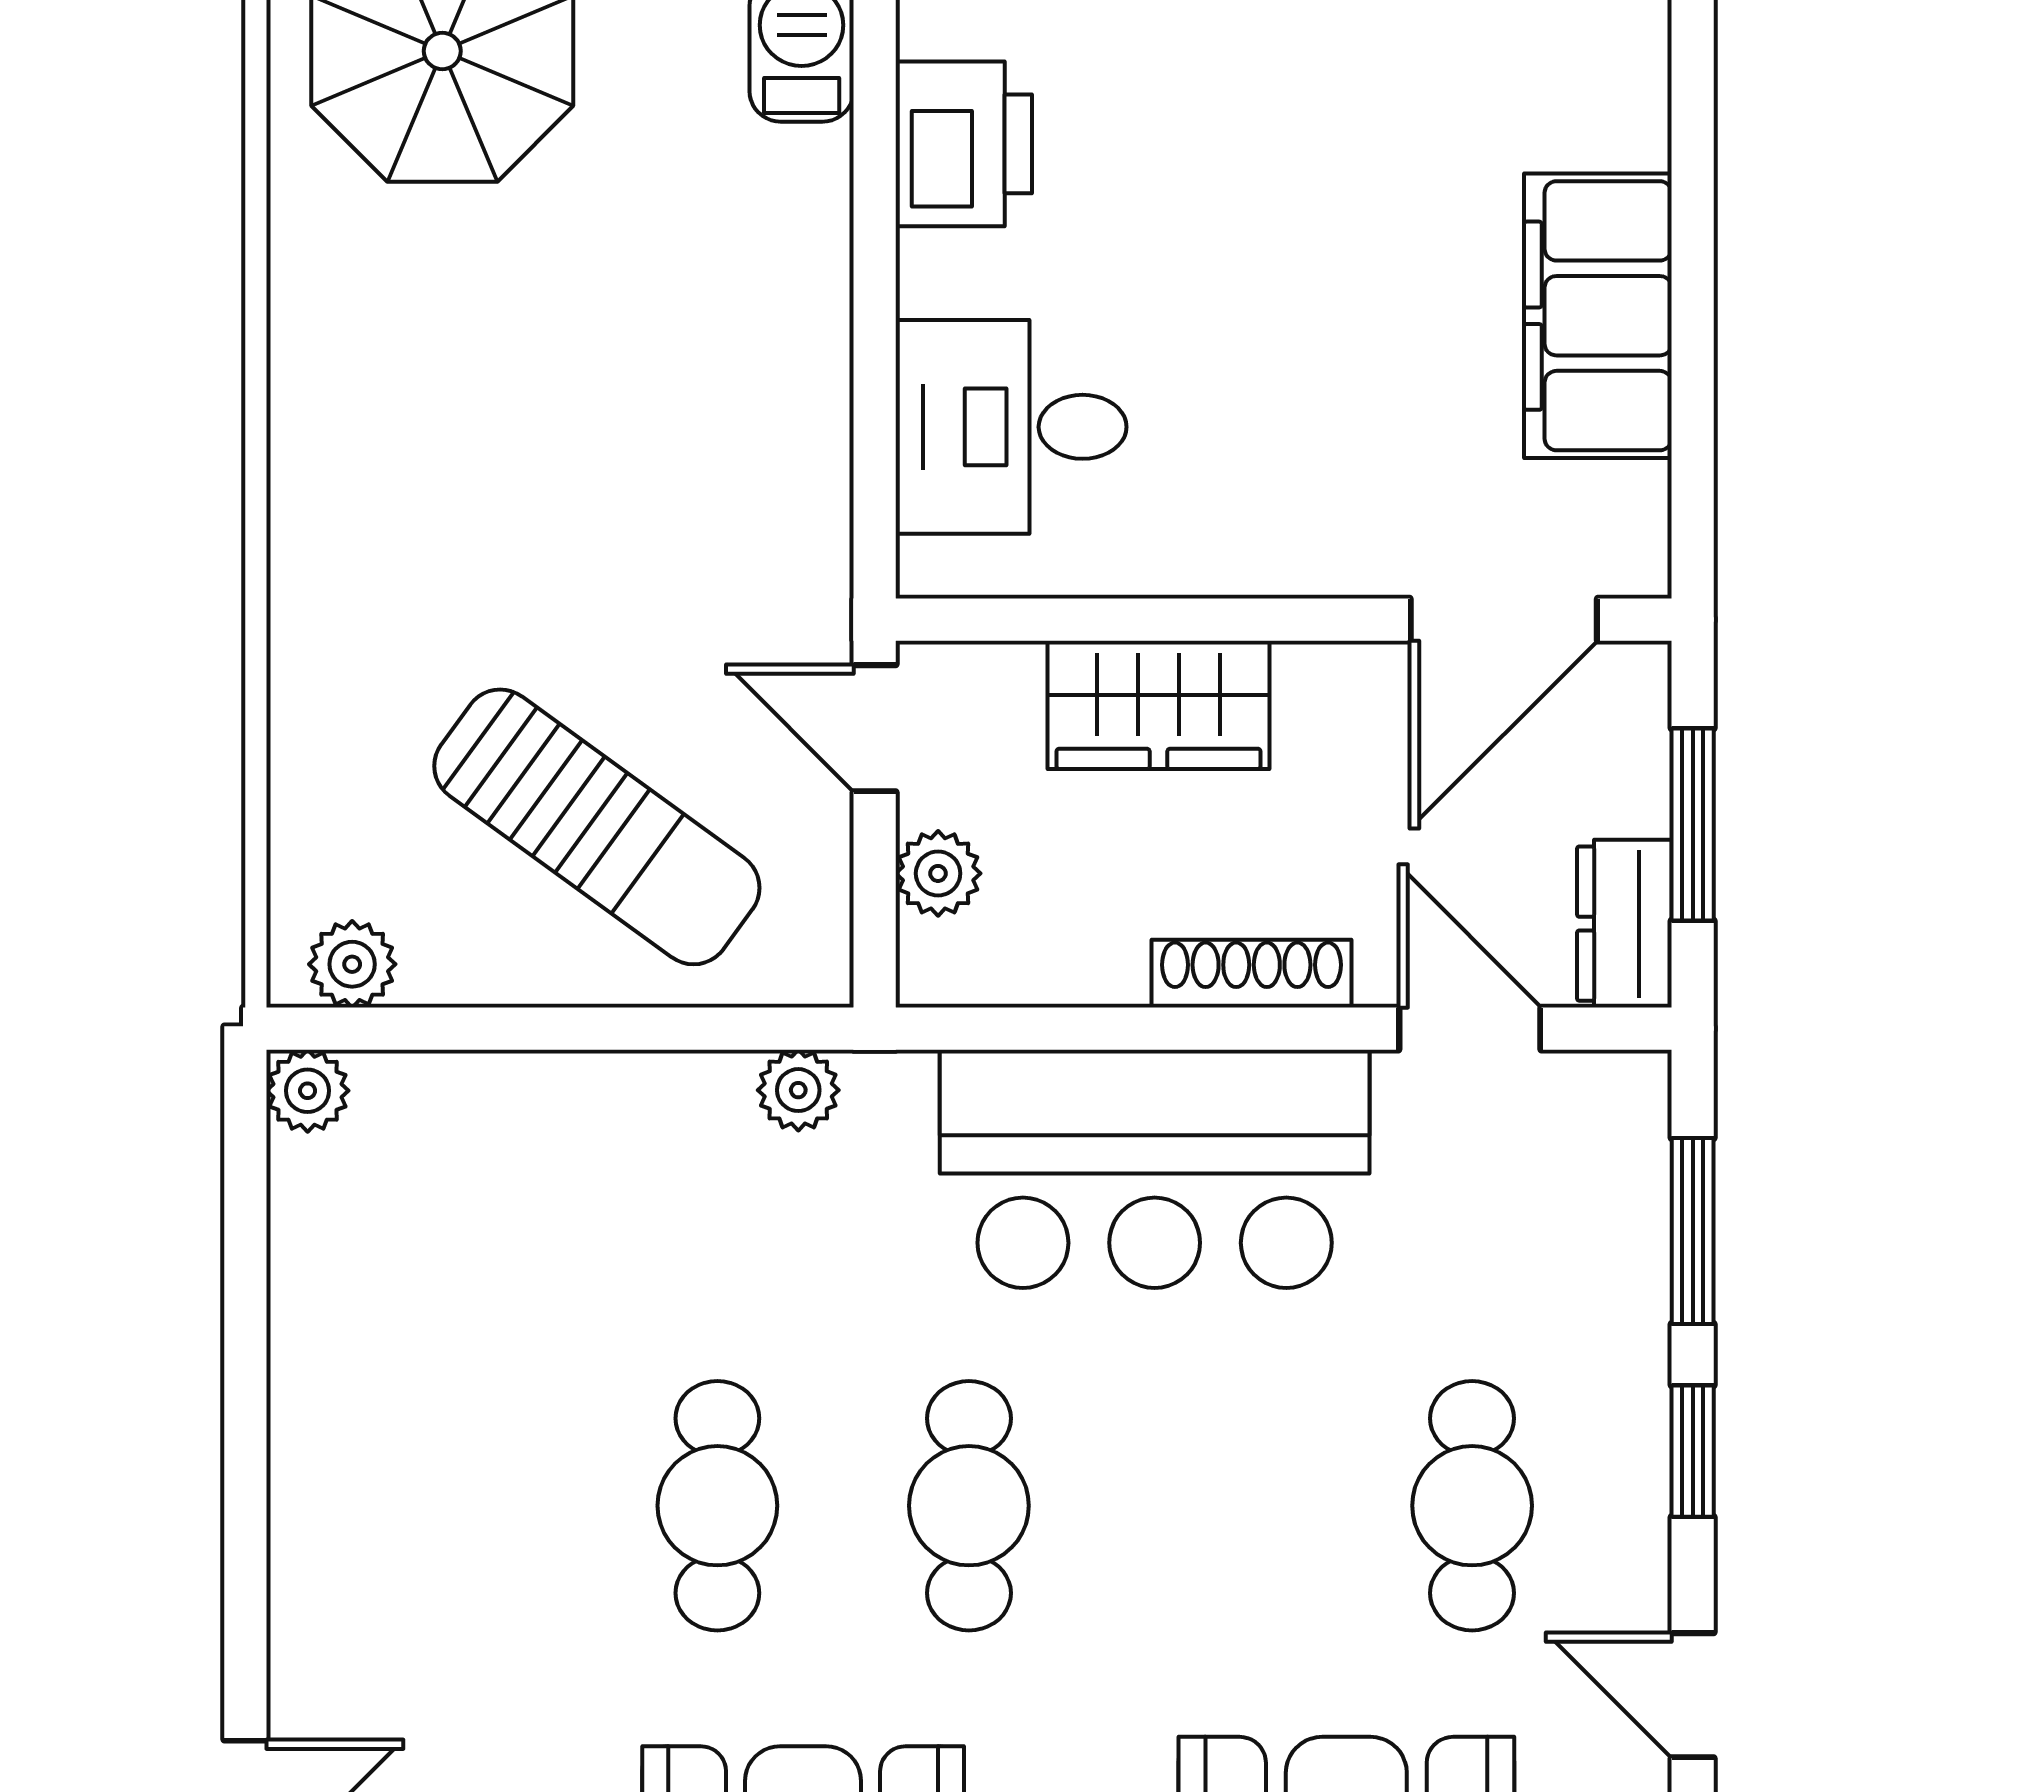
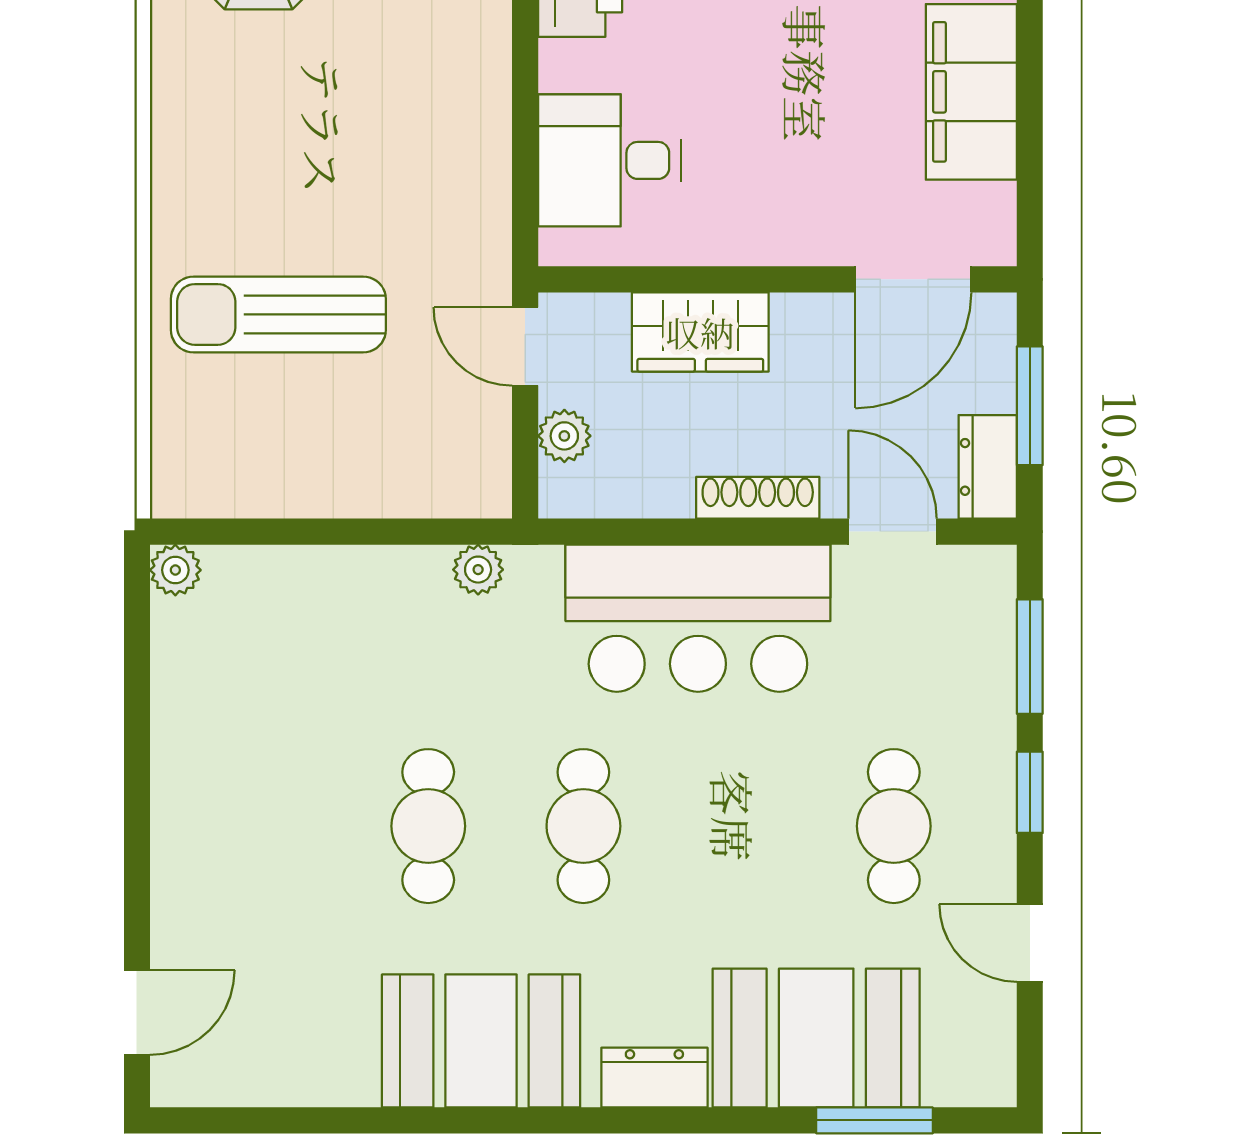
sun lounger: (597, 827) -> (278, 314), moved, turned 144
plant: (352, 964) -> (203, 492), removed

